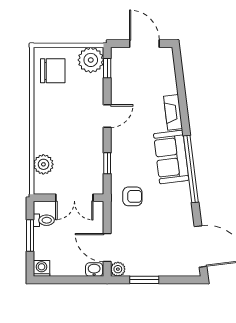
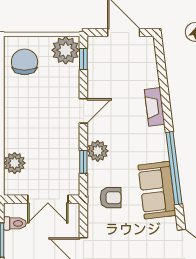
chair: (53, 71) -> (25, 62), turned -90
plant: (120, 153) -> (98, 151), added
sofa: (171, 157) -> (157, 190), moved

